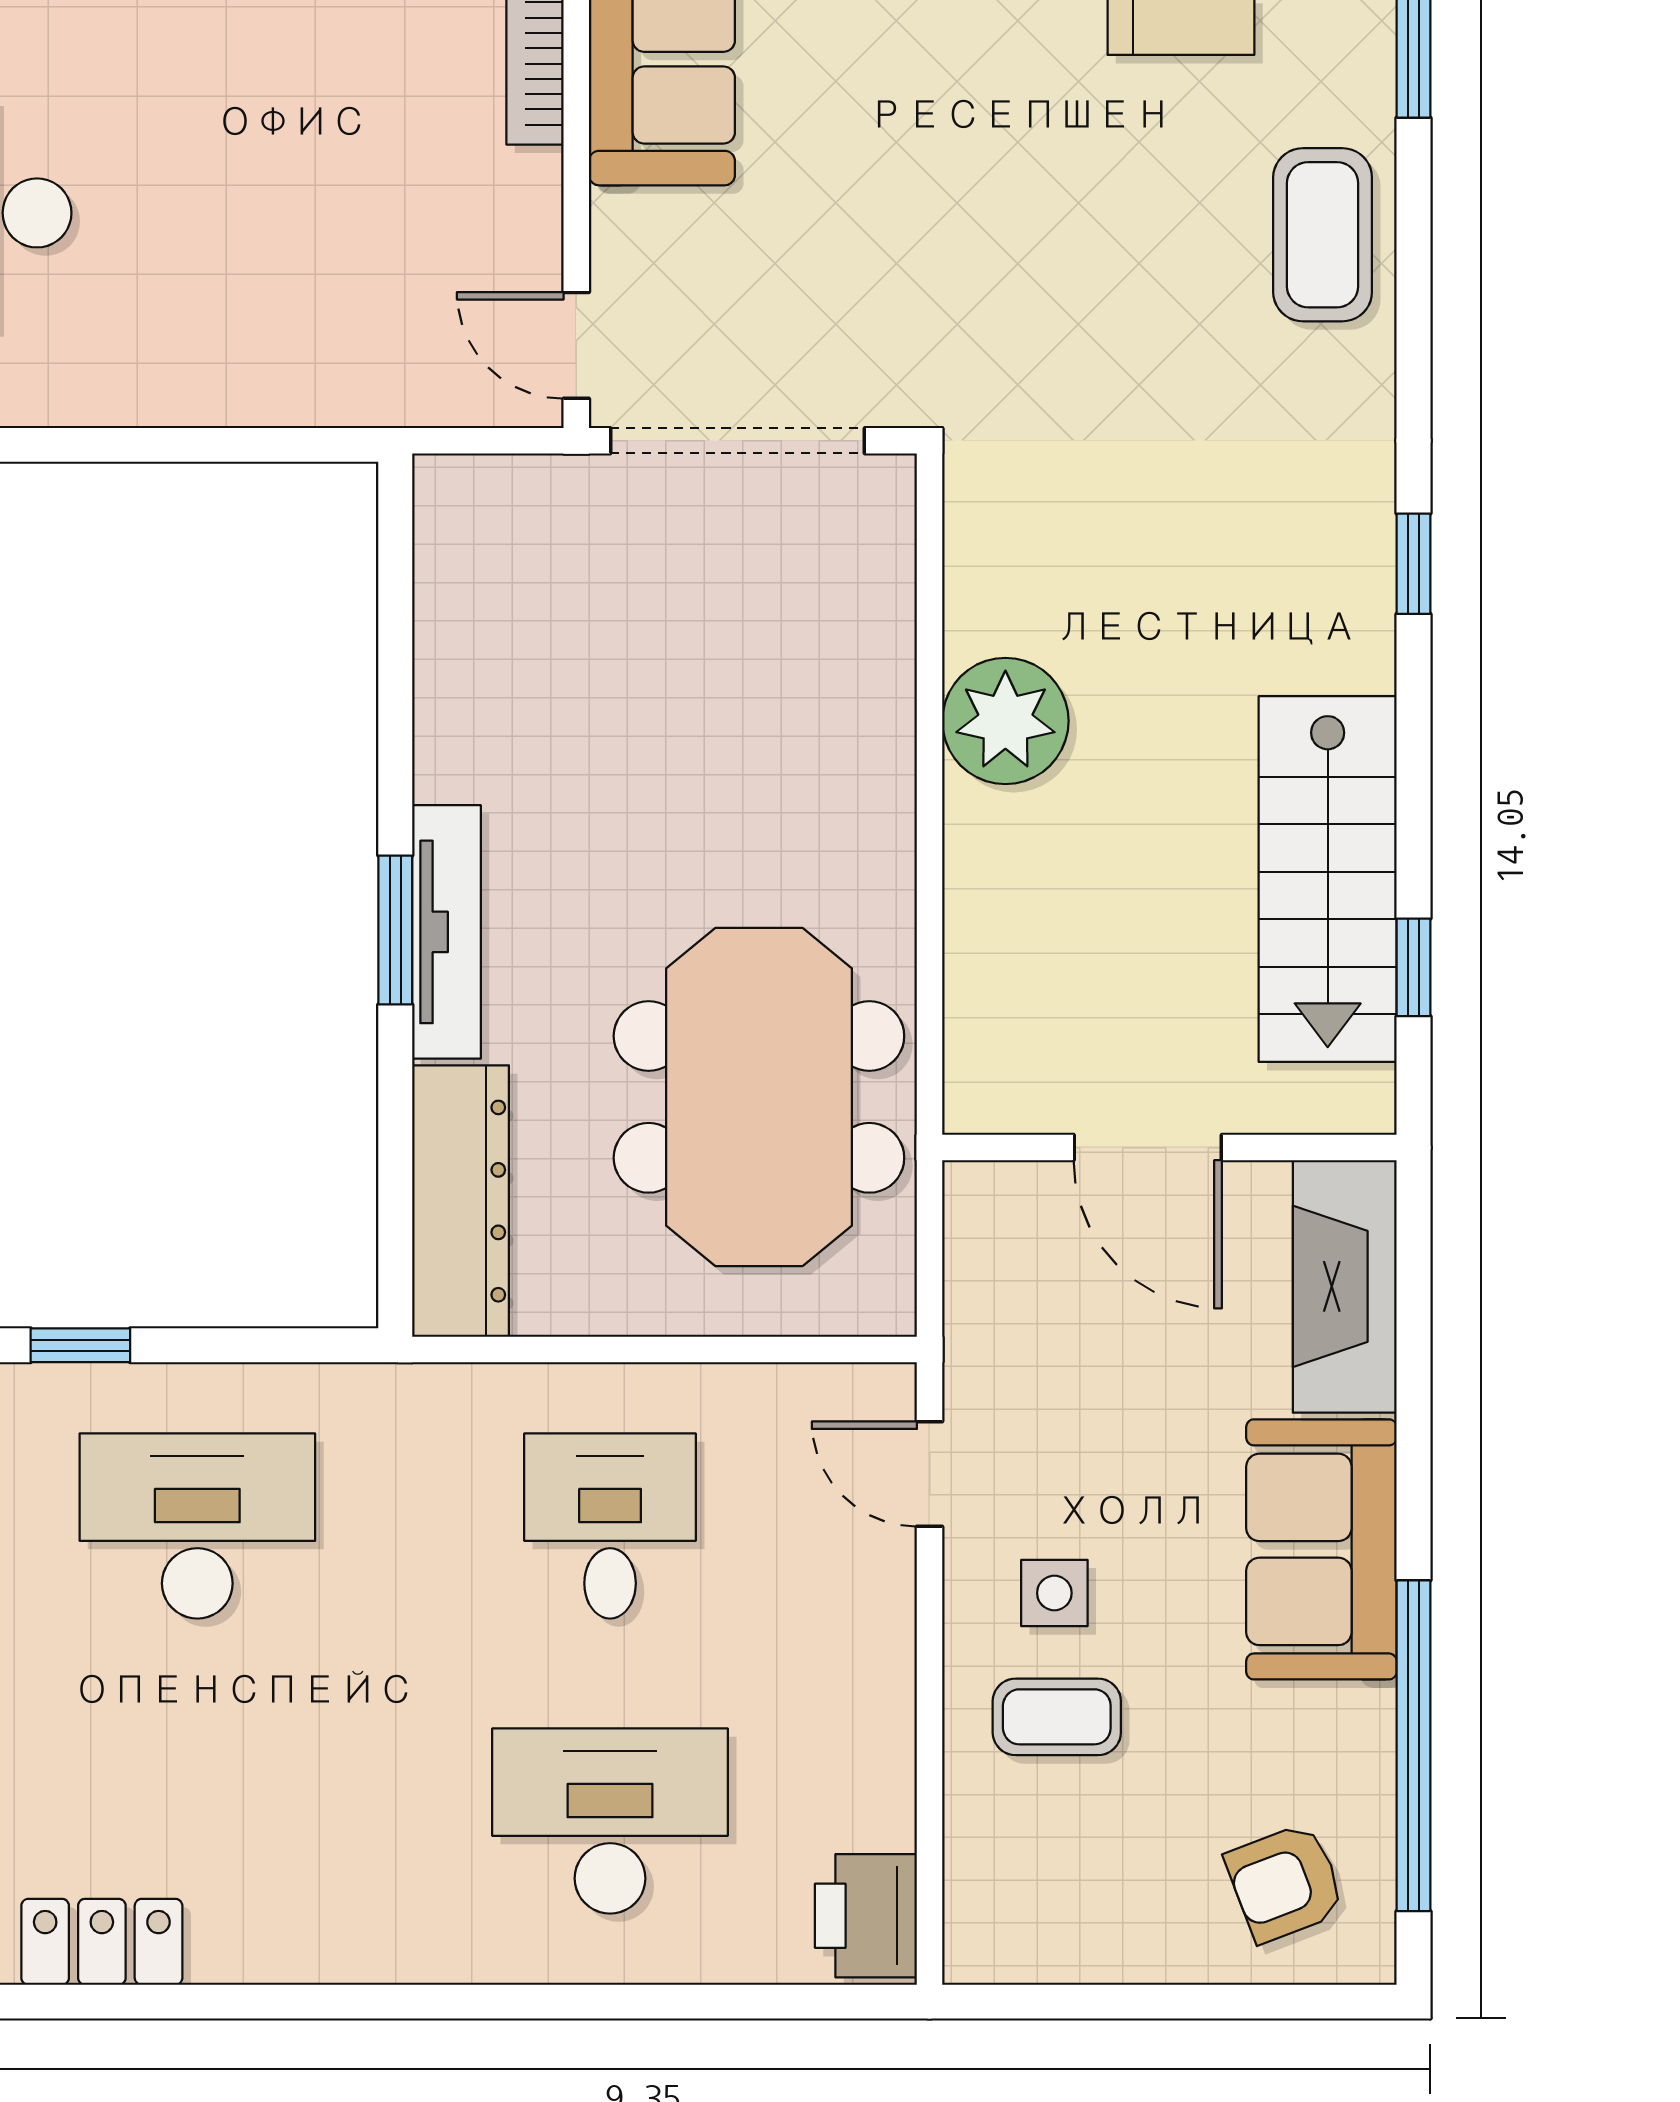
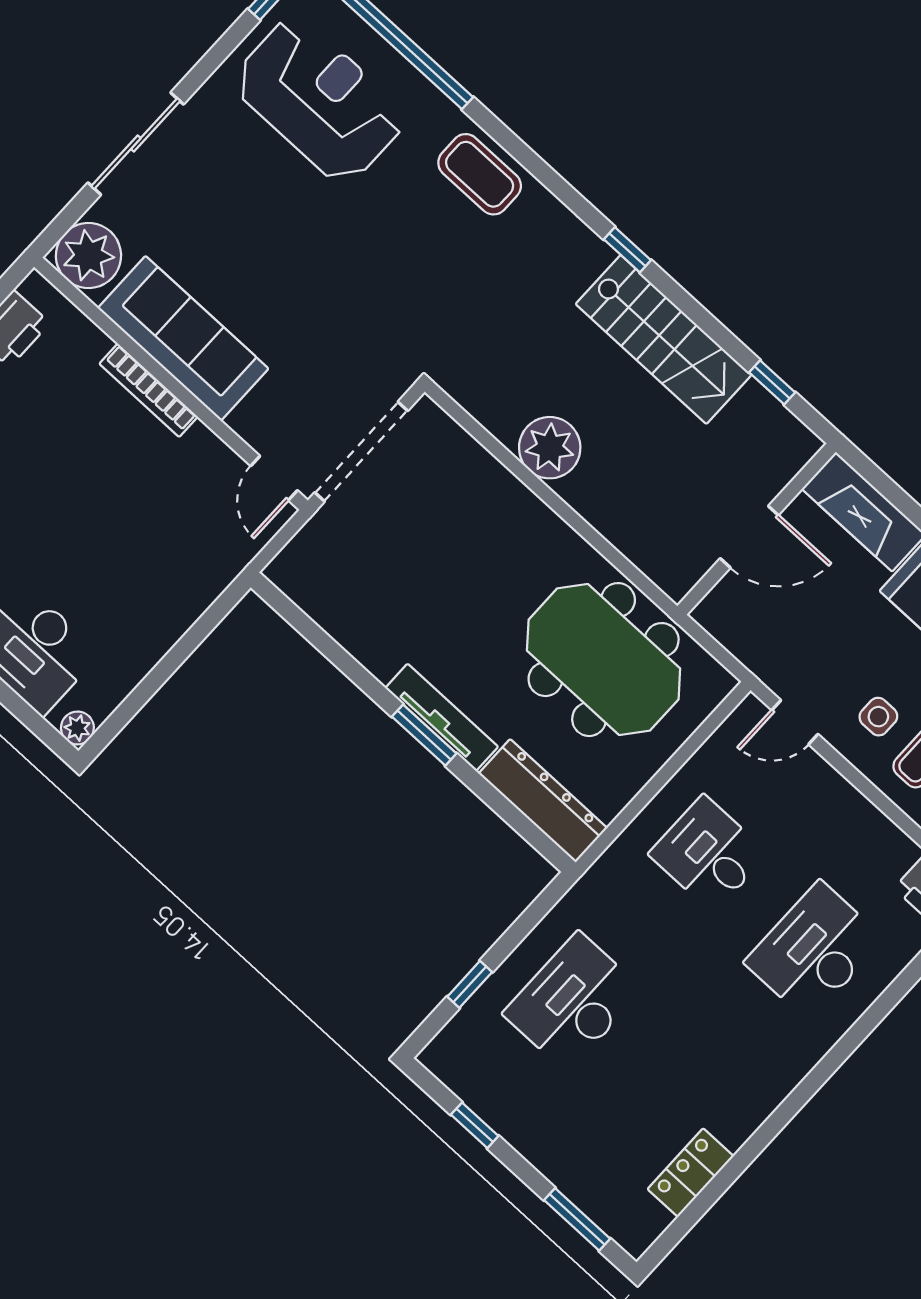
door: (576, 345) -> (274, 478), hinge flipped
stairs: (1328, 879) -> (664, 339), moved

